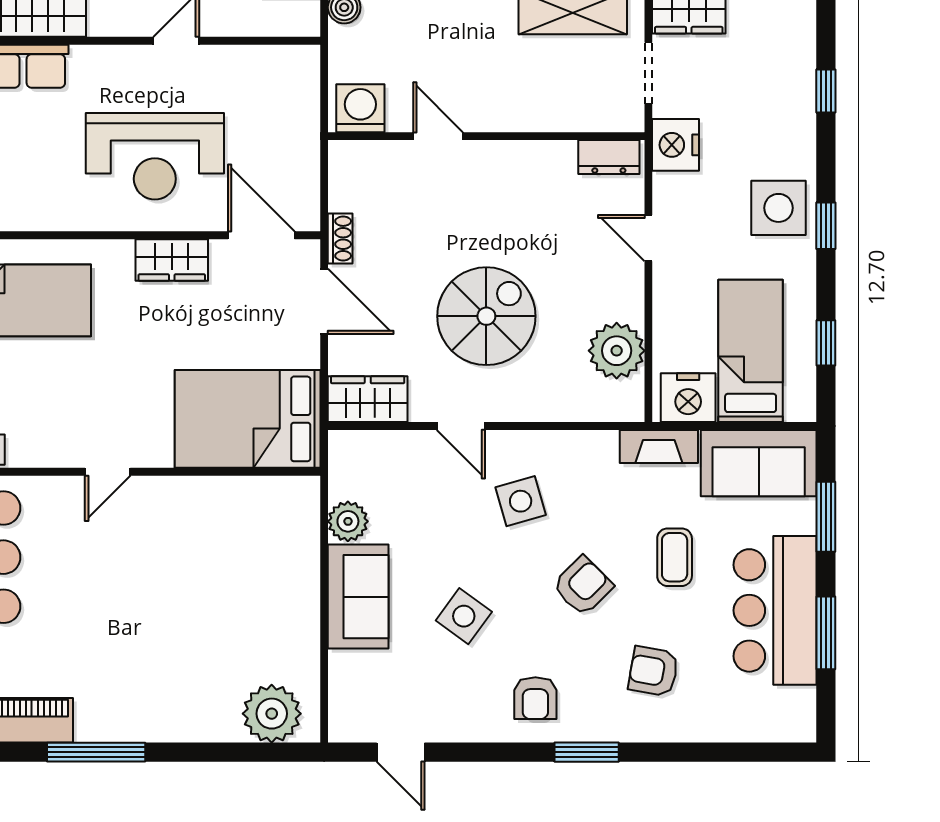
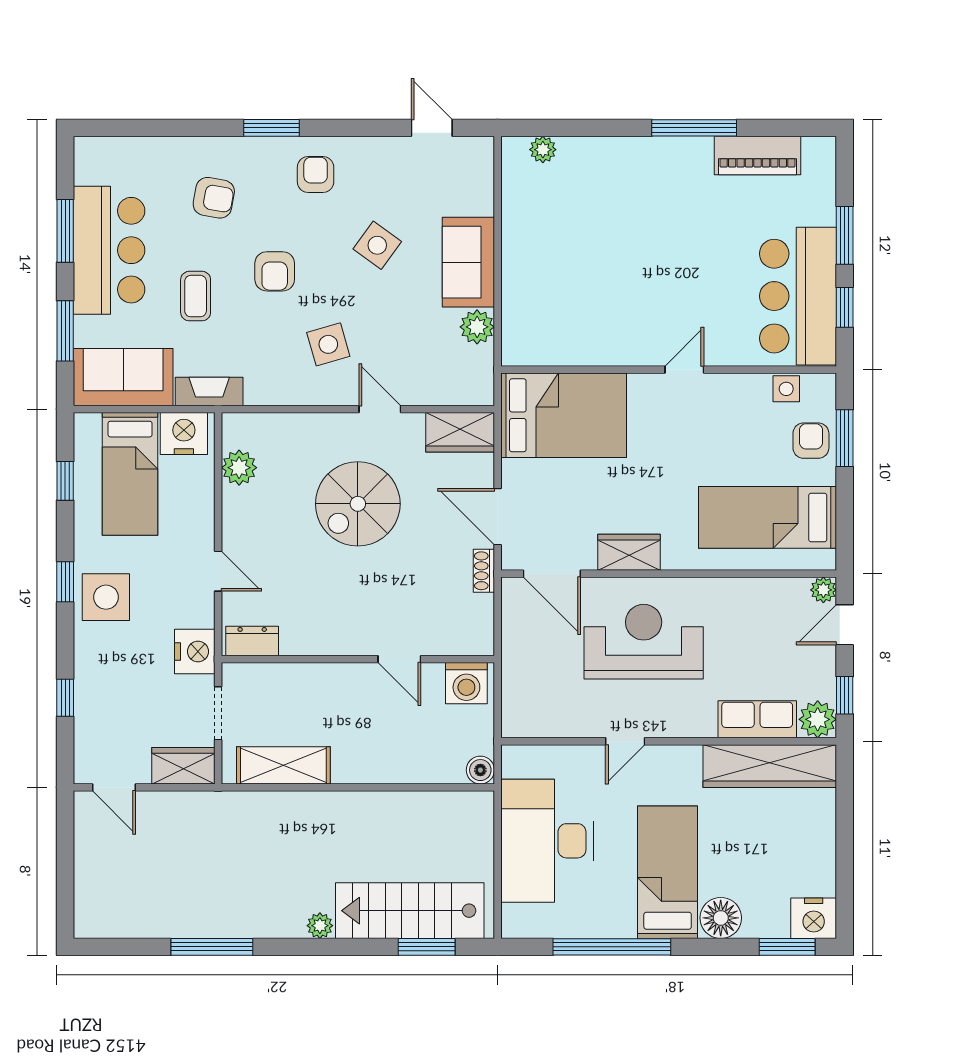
plant: (617, 351) -> (239, 468), width x0.73, depth x0.73
armchair: (583, 586) -> (275, 271), turned -45
plant: (272, 714) -> (543, 150), width x0.53, depth x0.53

